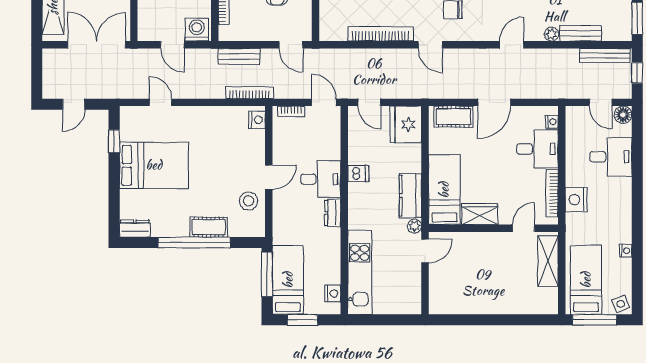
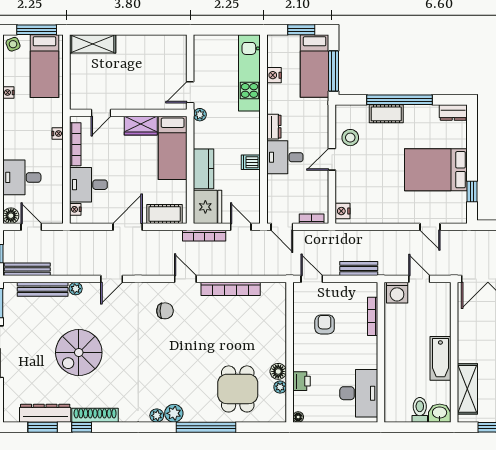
bench: (581, 33) -> (43, 289), width x1.36
bookcase: (249, 93) -> (204, 236), moved
kitchen counter: (410, 196) -> (203, 169), moved
nightstand: (576, 200) -> (58, 133), width x0.53, depth x0.56
shelving: (548, 261) -> (93, 44), moved, turned 90
nightstand: (333, 293) -> (274, 75), moved

